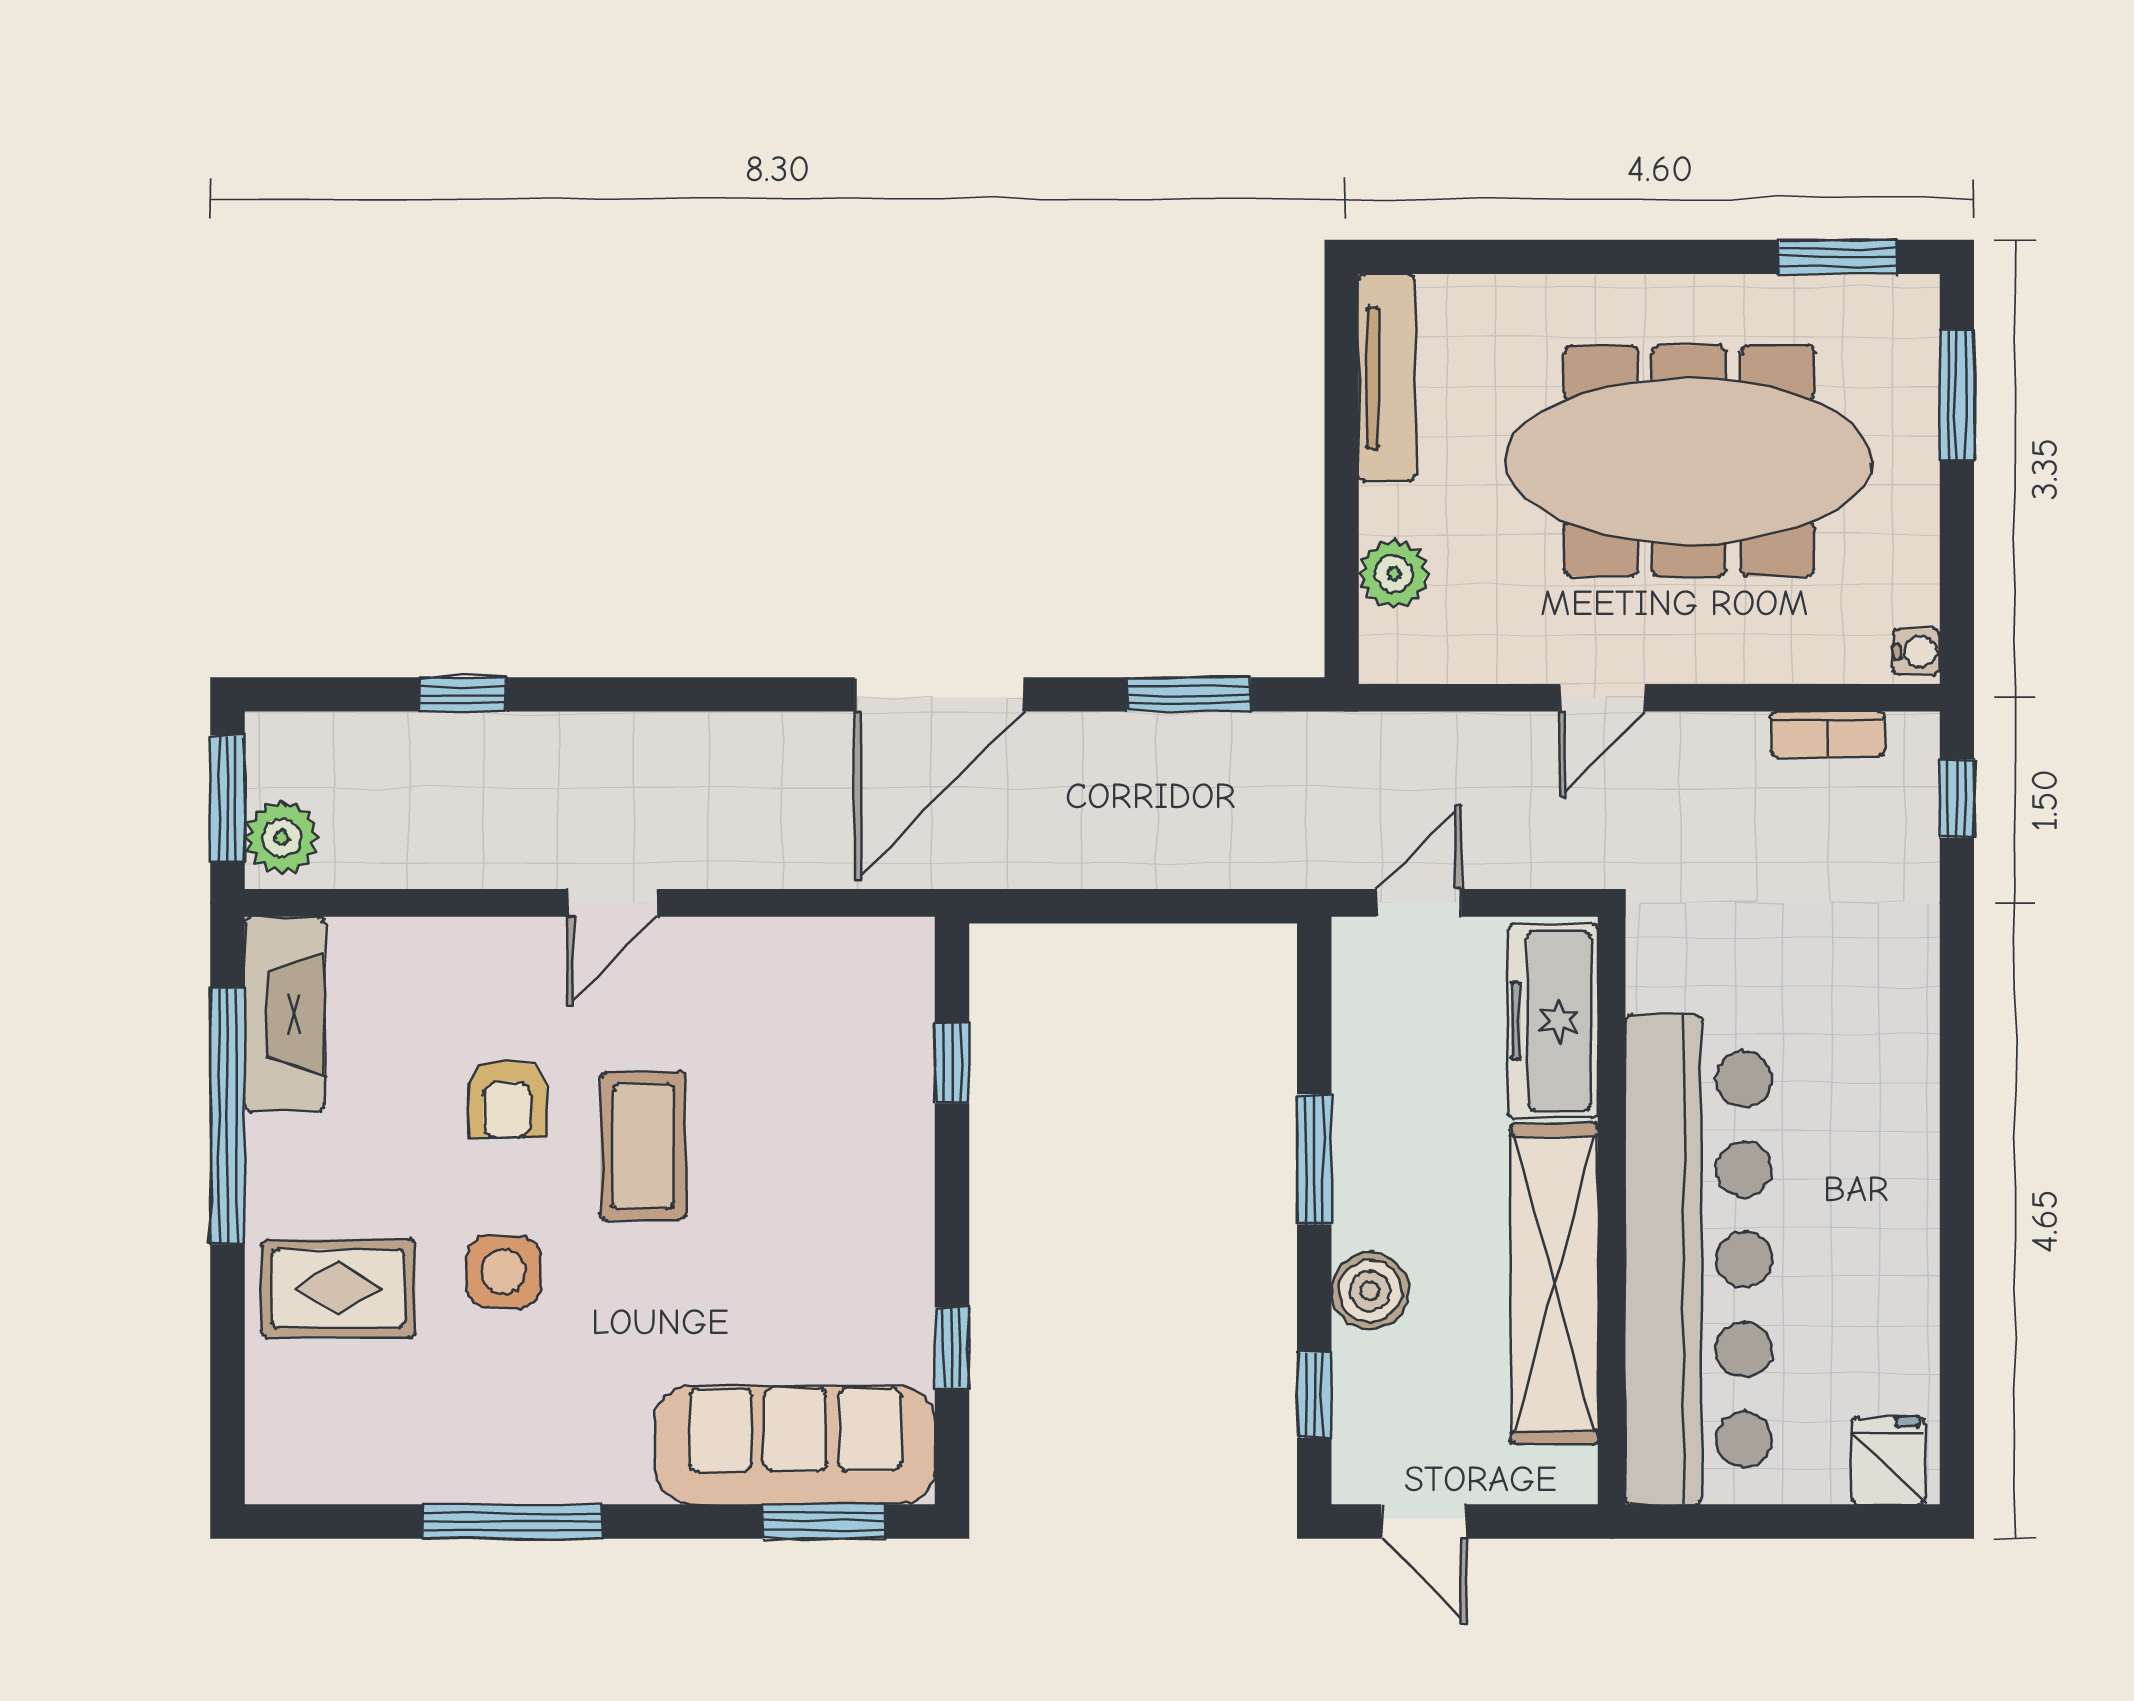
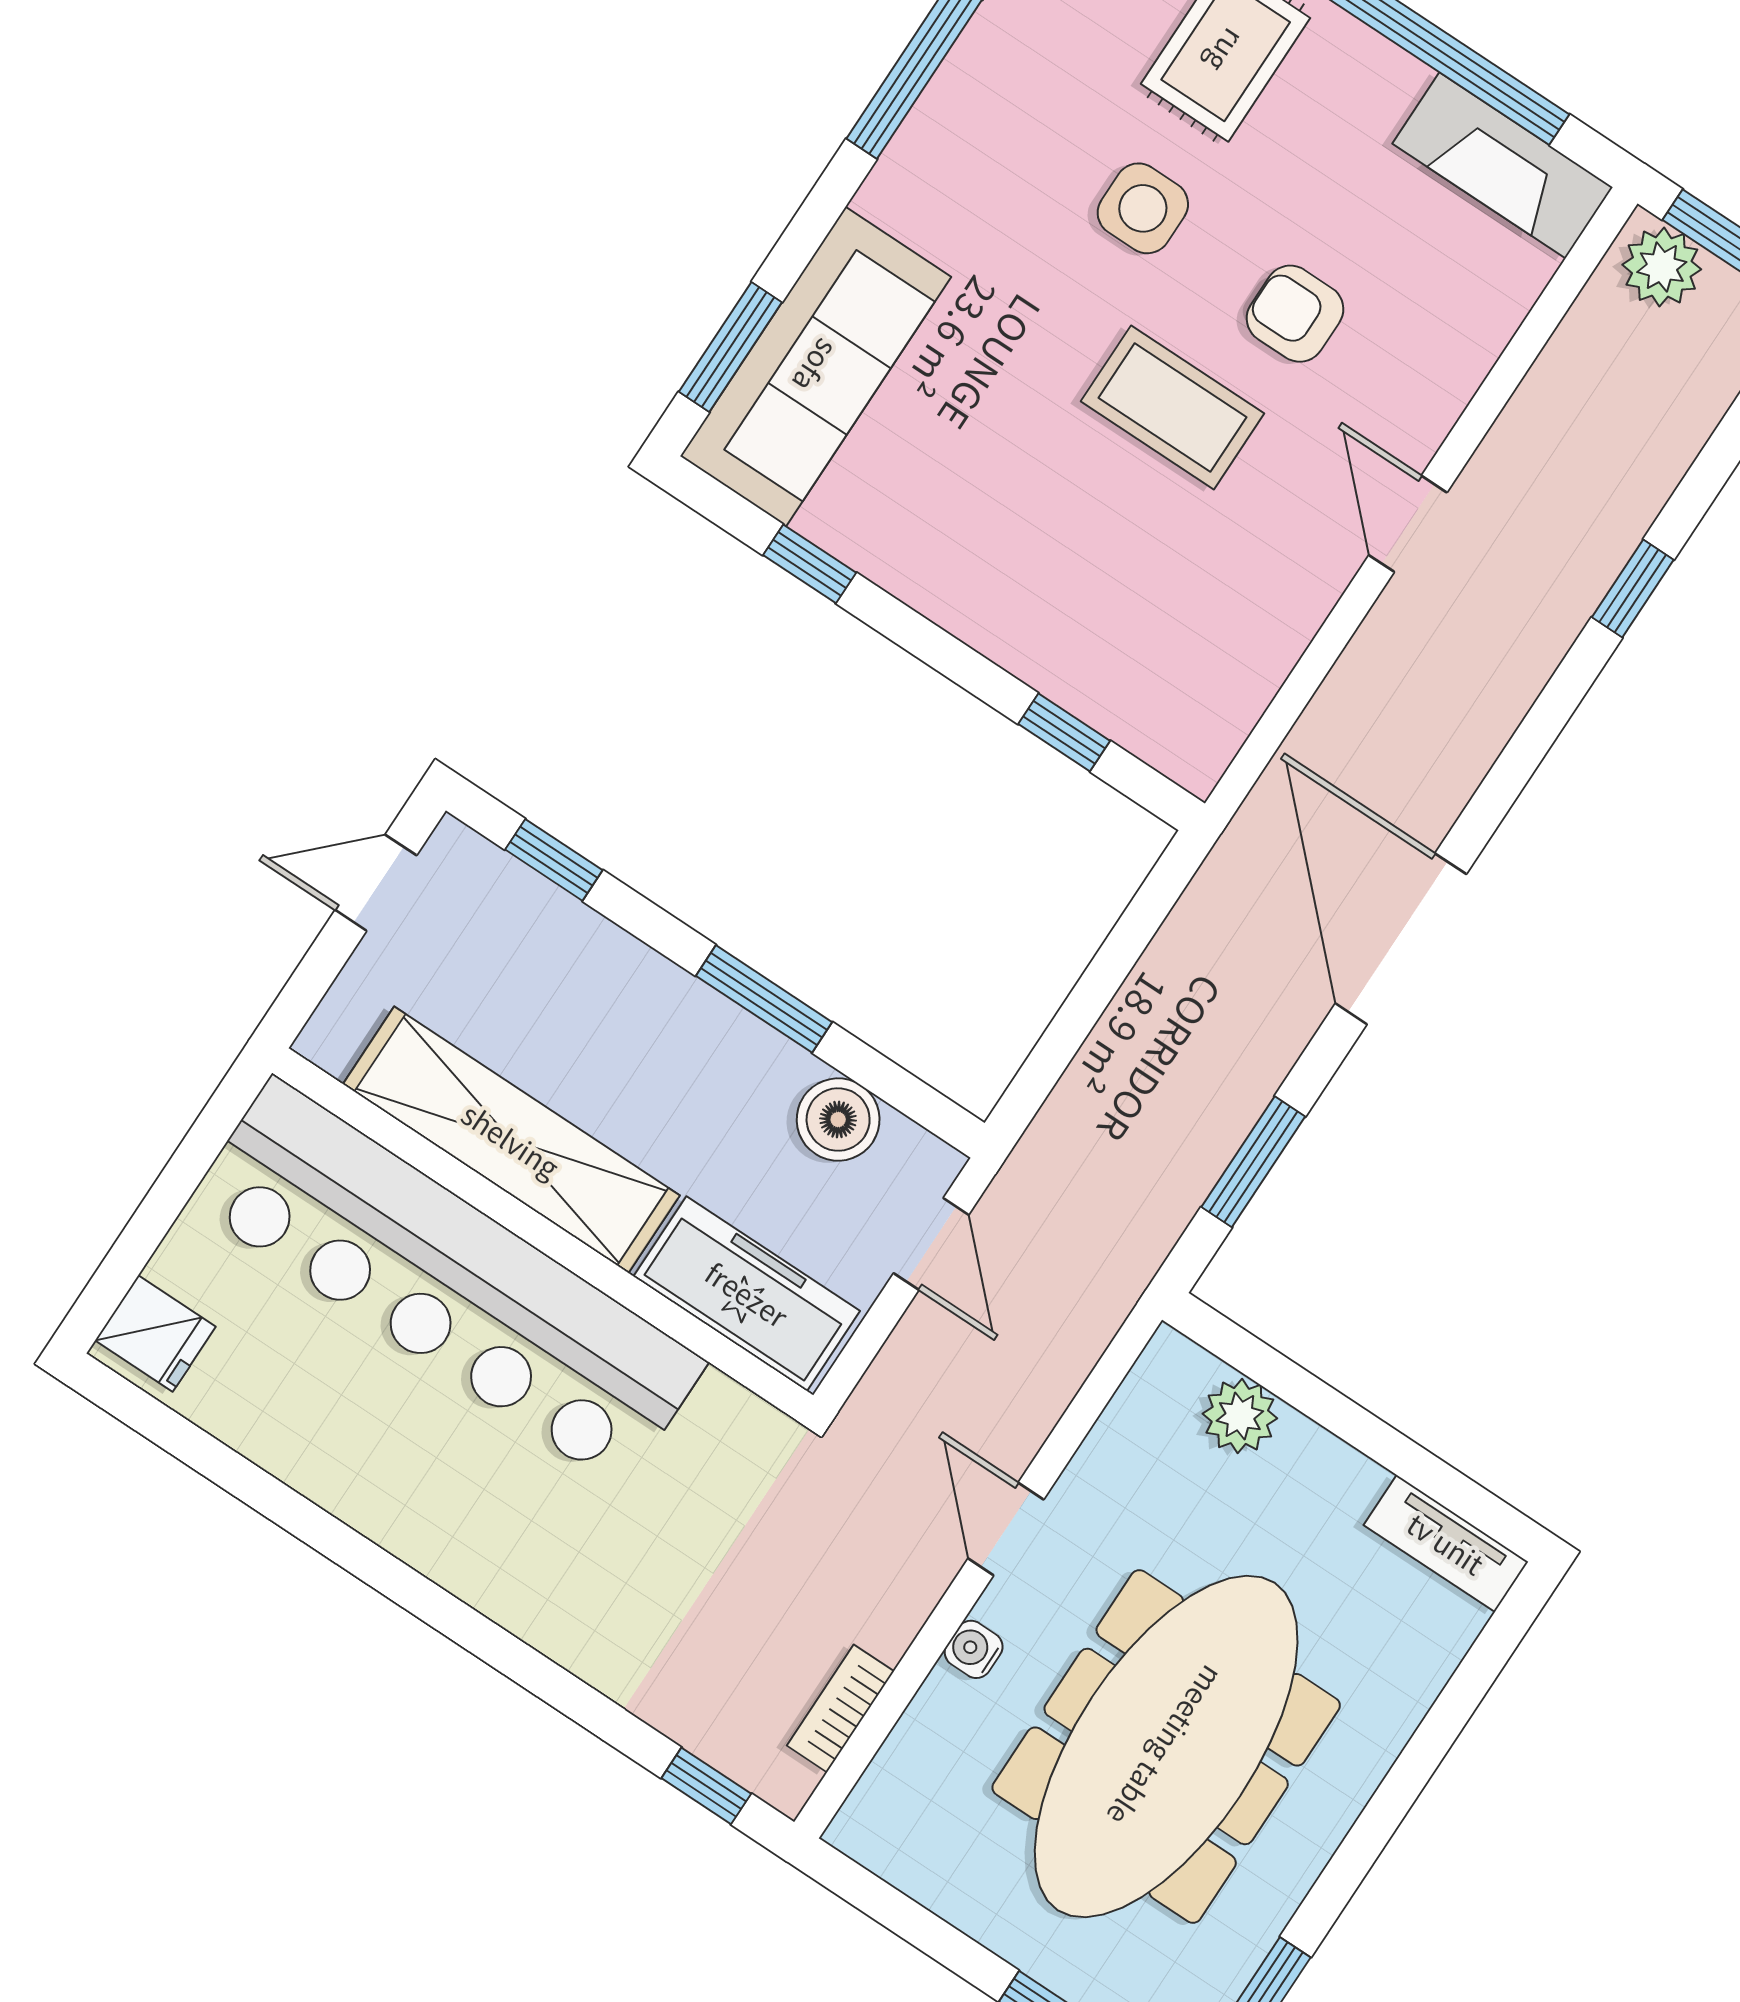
tv unit: (1387, 378) -> (1446, 1543), width x0.71
water cooler: (1916, 652) -> (974, 1649), moved, turned 90
window: (462, 694) -> (1633, 588), moved
boiler: (1370, 1291) -> (838, 1120), moved

